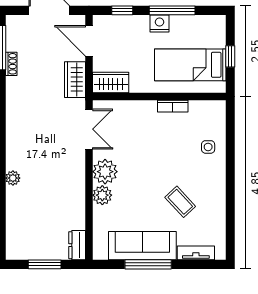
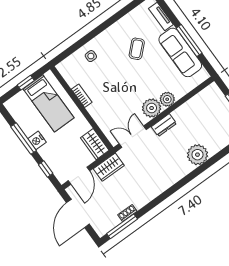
plant: (13, 178) -> (197, 155), width x1.88, depth x1.88
dresser: (77, 245) -> (164, 125), moved

